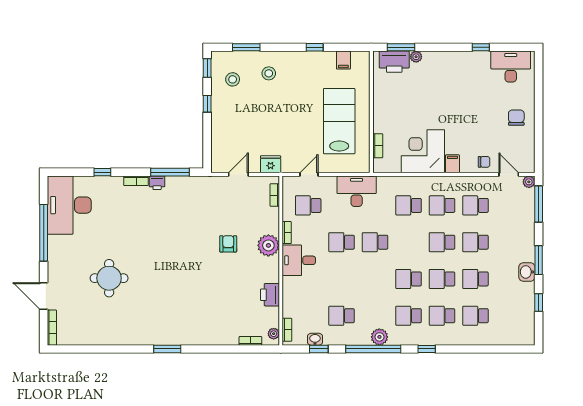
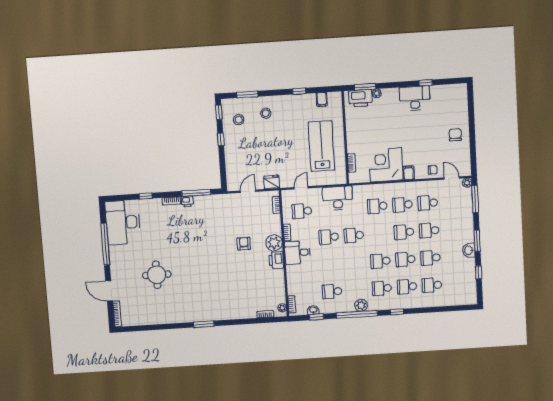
desk: (511, 67) -> (415, 98), moved
printer: (270, 295) -> (276, 260), moved

